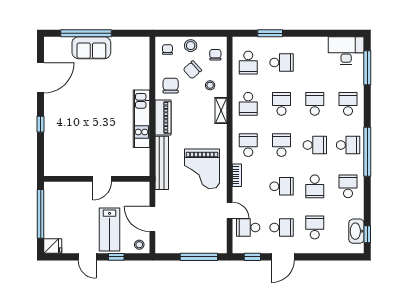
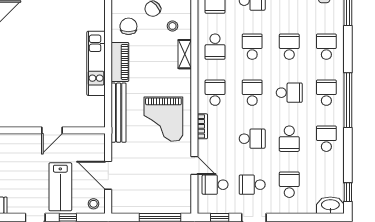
school desk: (348, 145) -> (326, 93), turned -90
school desk: (281, 228) -> (252, 185), turned 180
washbasin: (356, 231) -> (330, 205), moved, turned 90

